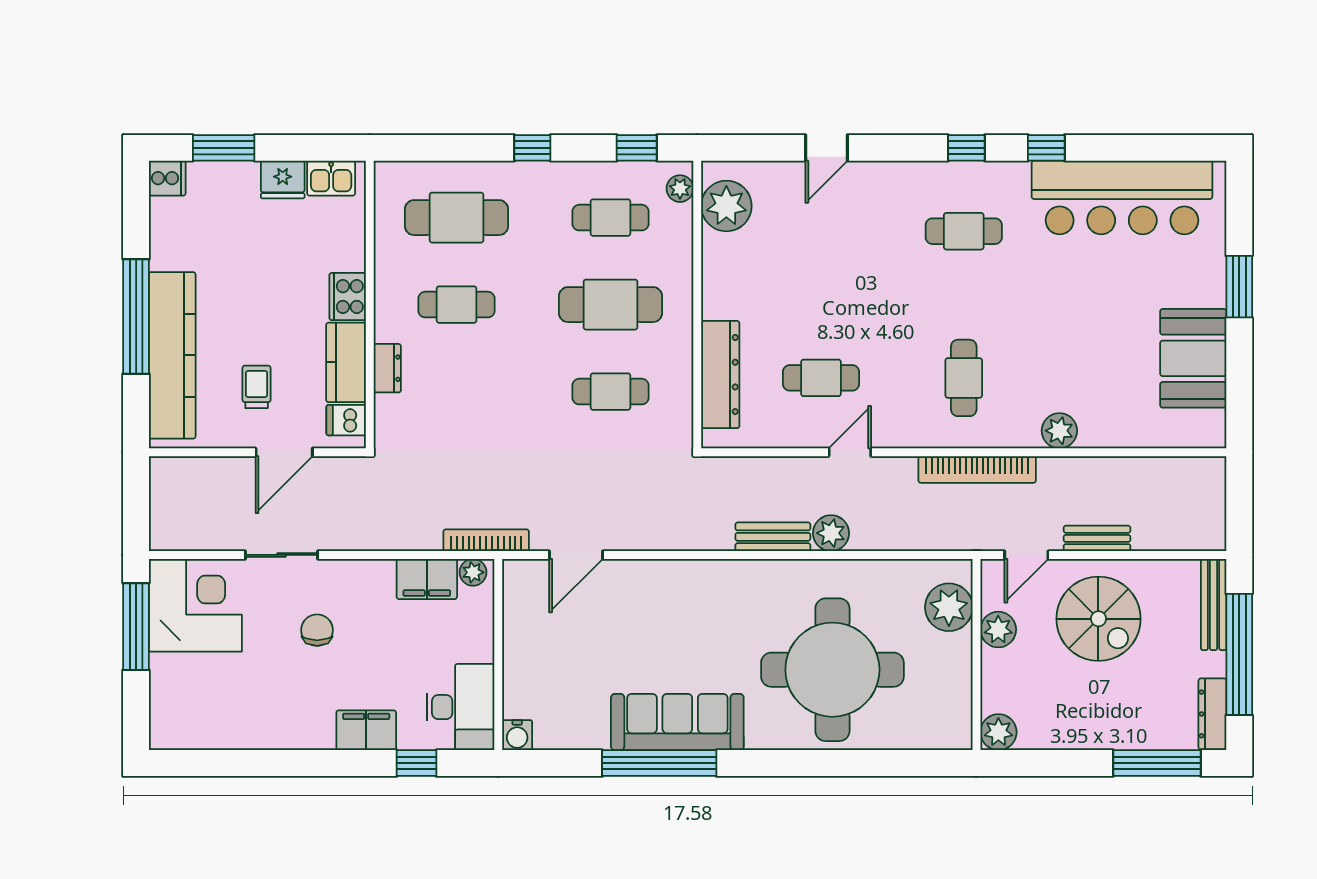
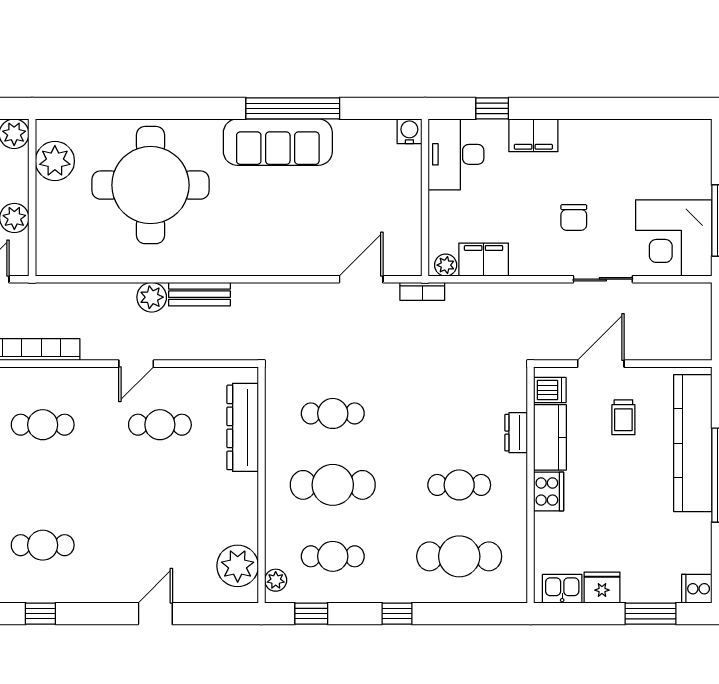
cafe table: (964, 378) -> (43, 425), turned 90
bookcase: (486, 540) -> (422, 291), width x0.64
plant: (949, 607) -> (55, 161), moved

